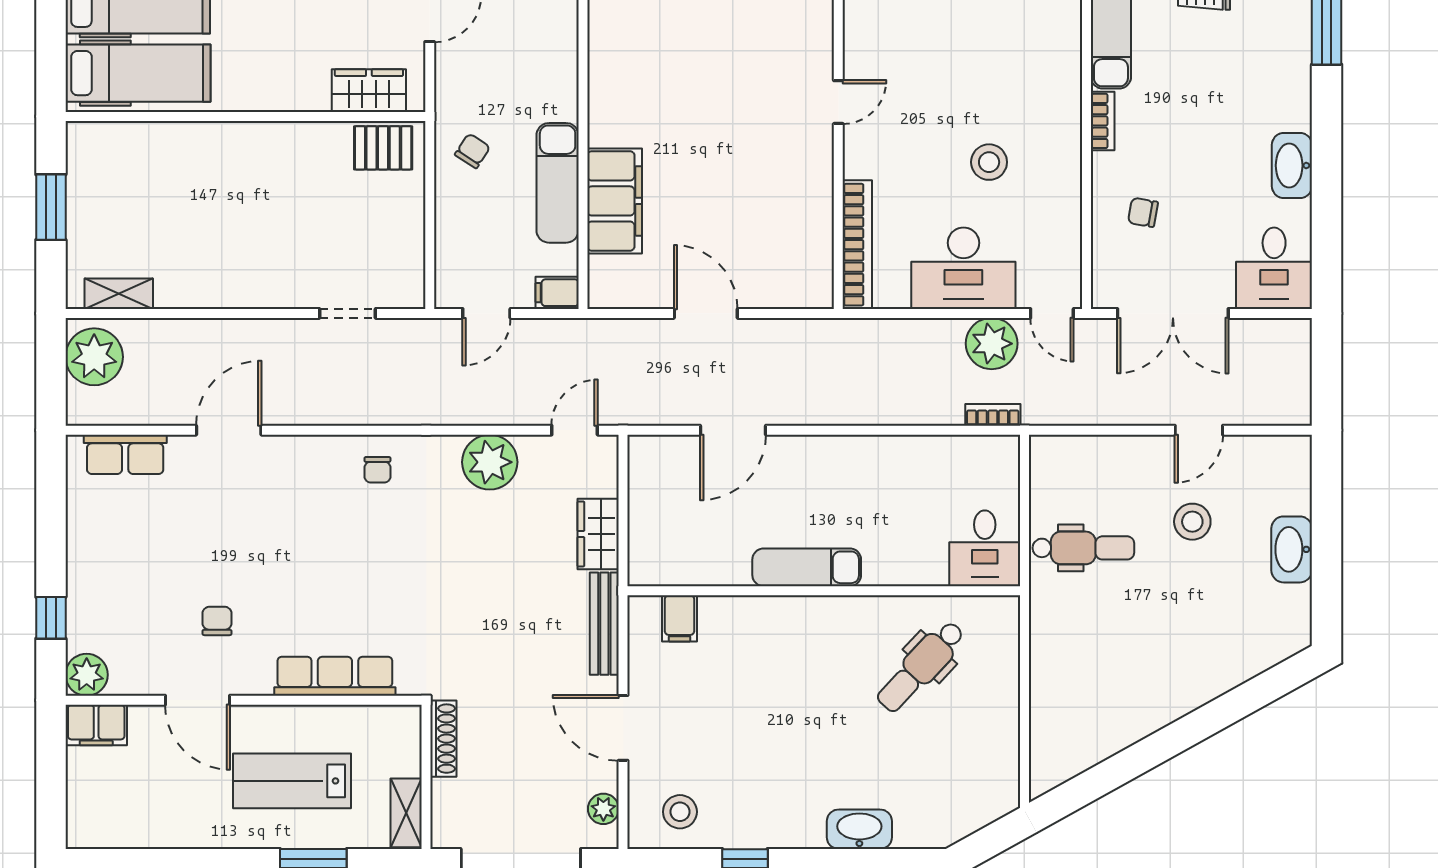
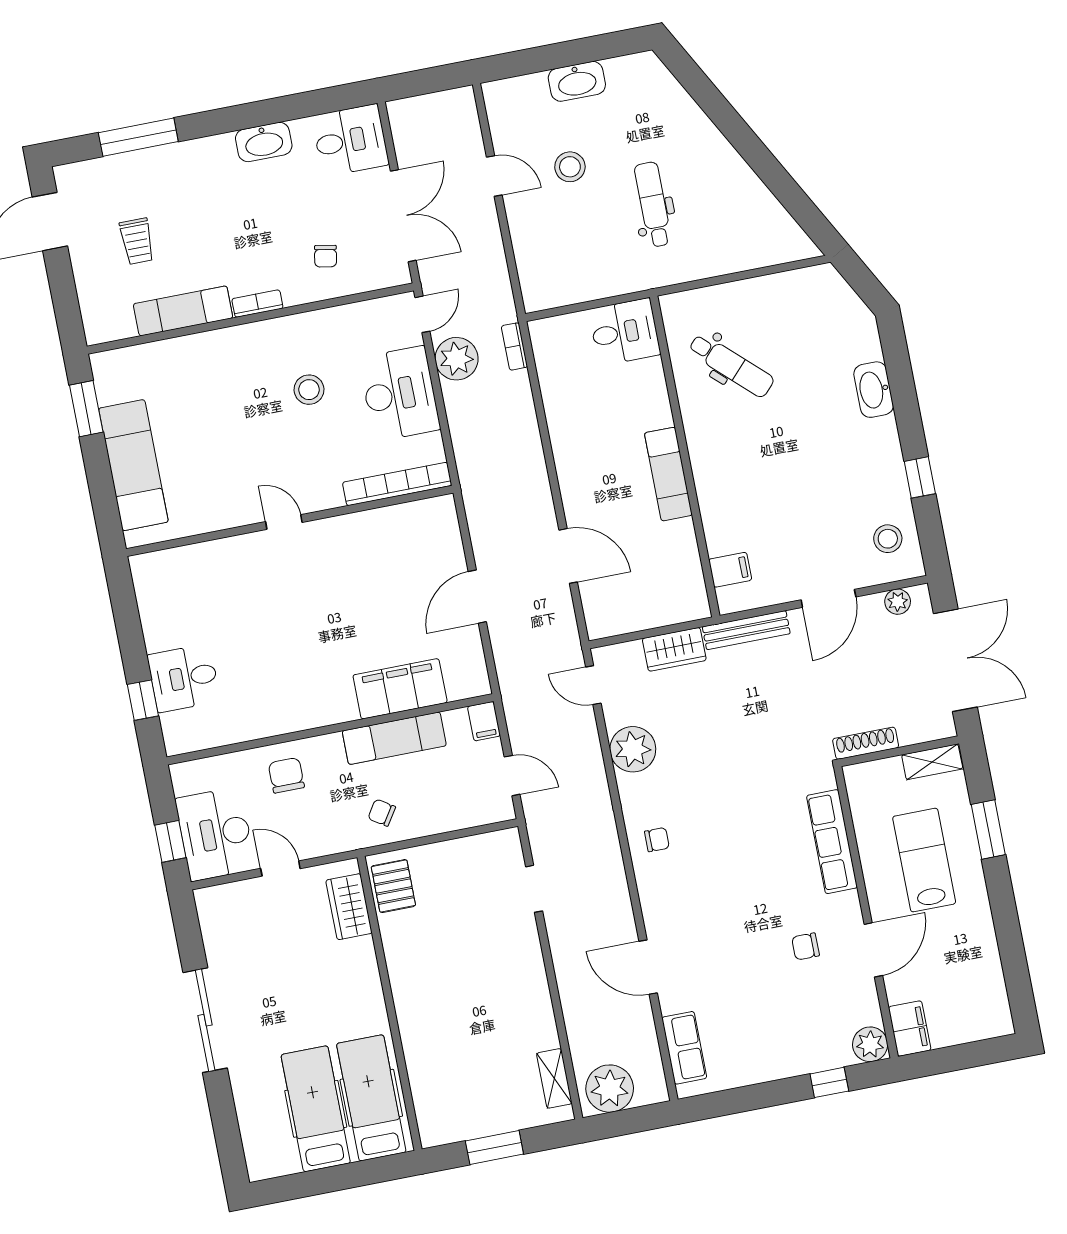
chair: (539, 47) -> (286, 775), added
dental chair: (1083, 548) -> (653, 204), moved
lab bench: (292, 781) -> (924, 860), turned 180

